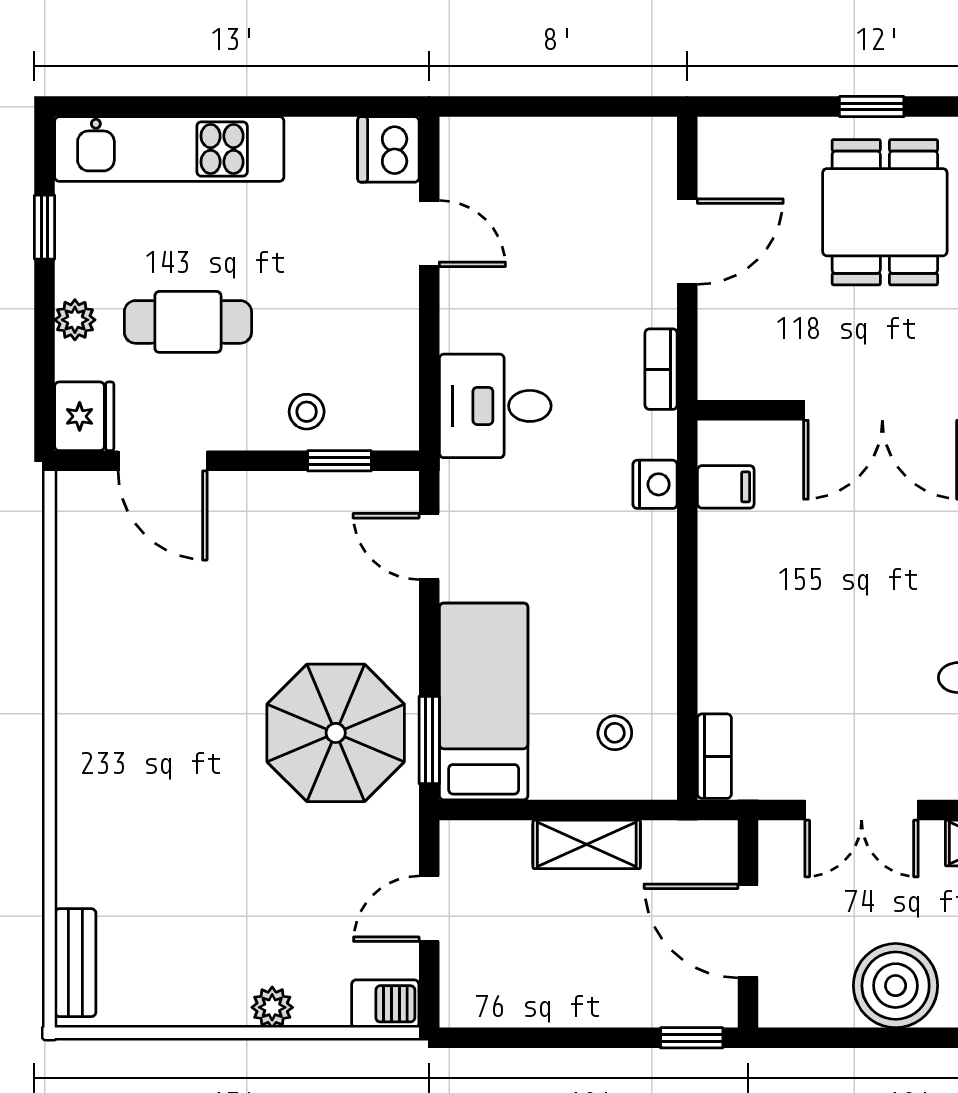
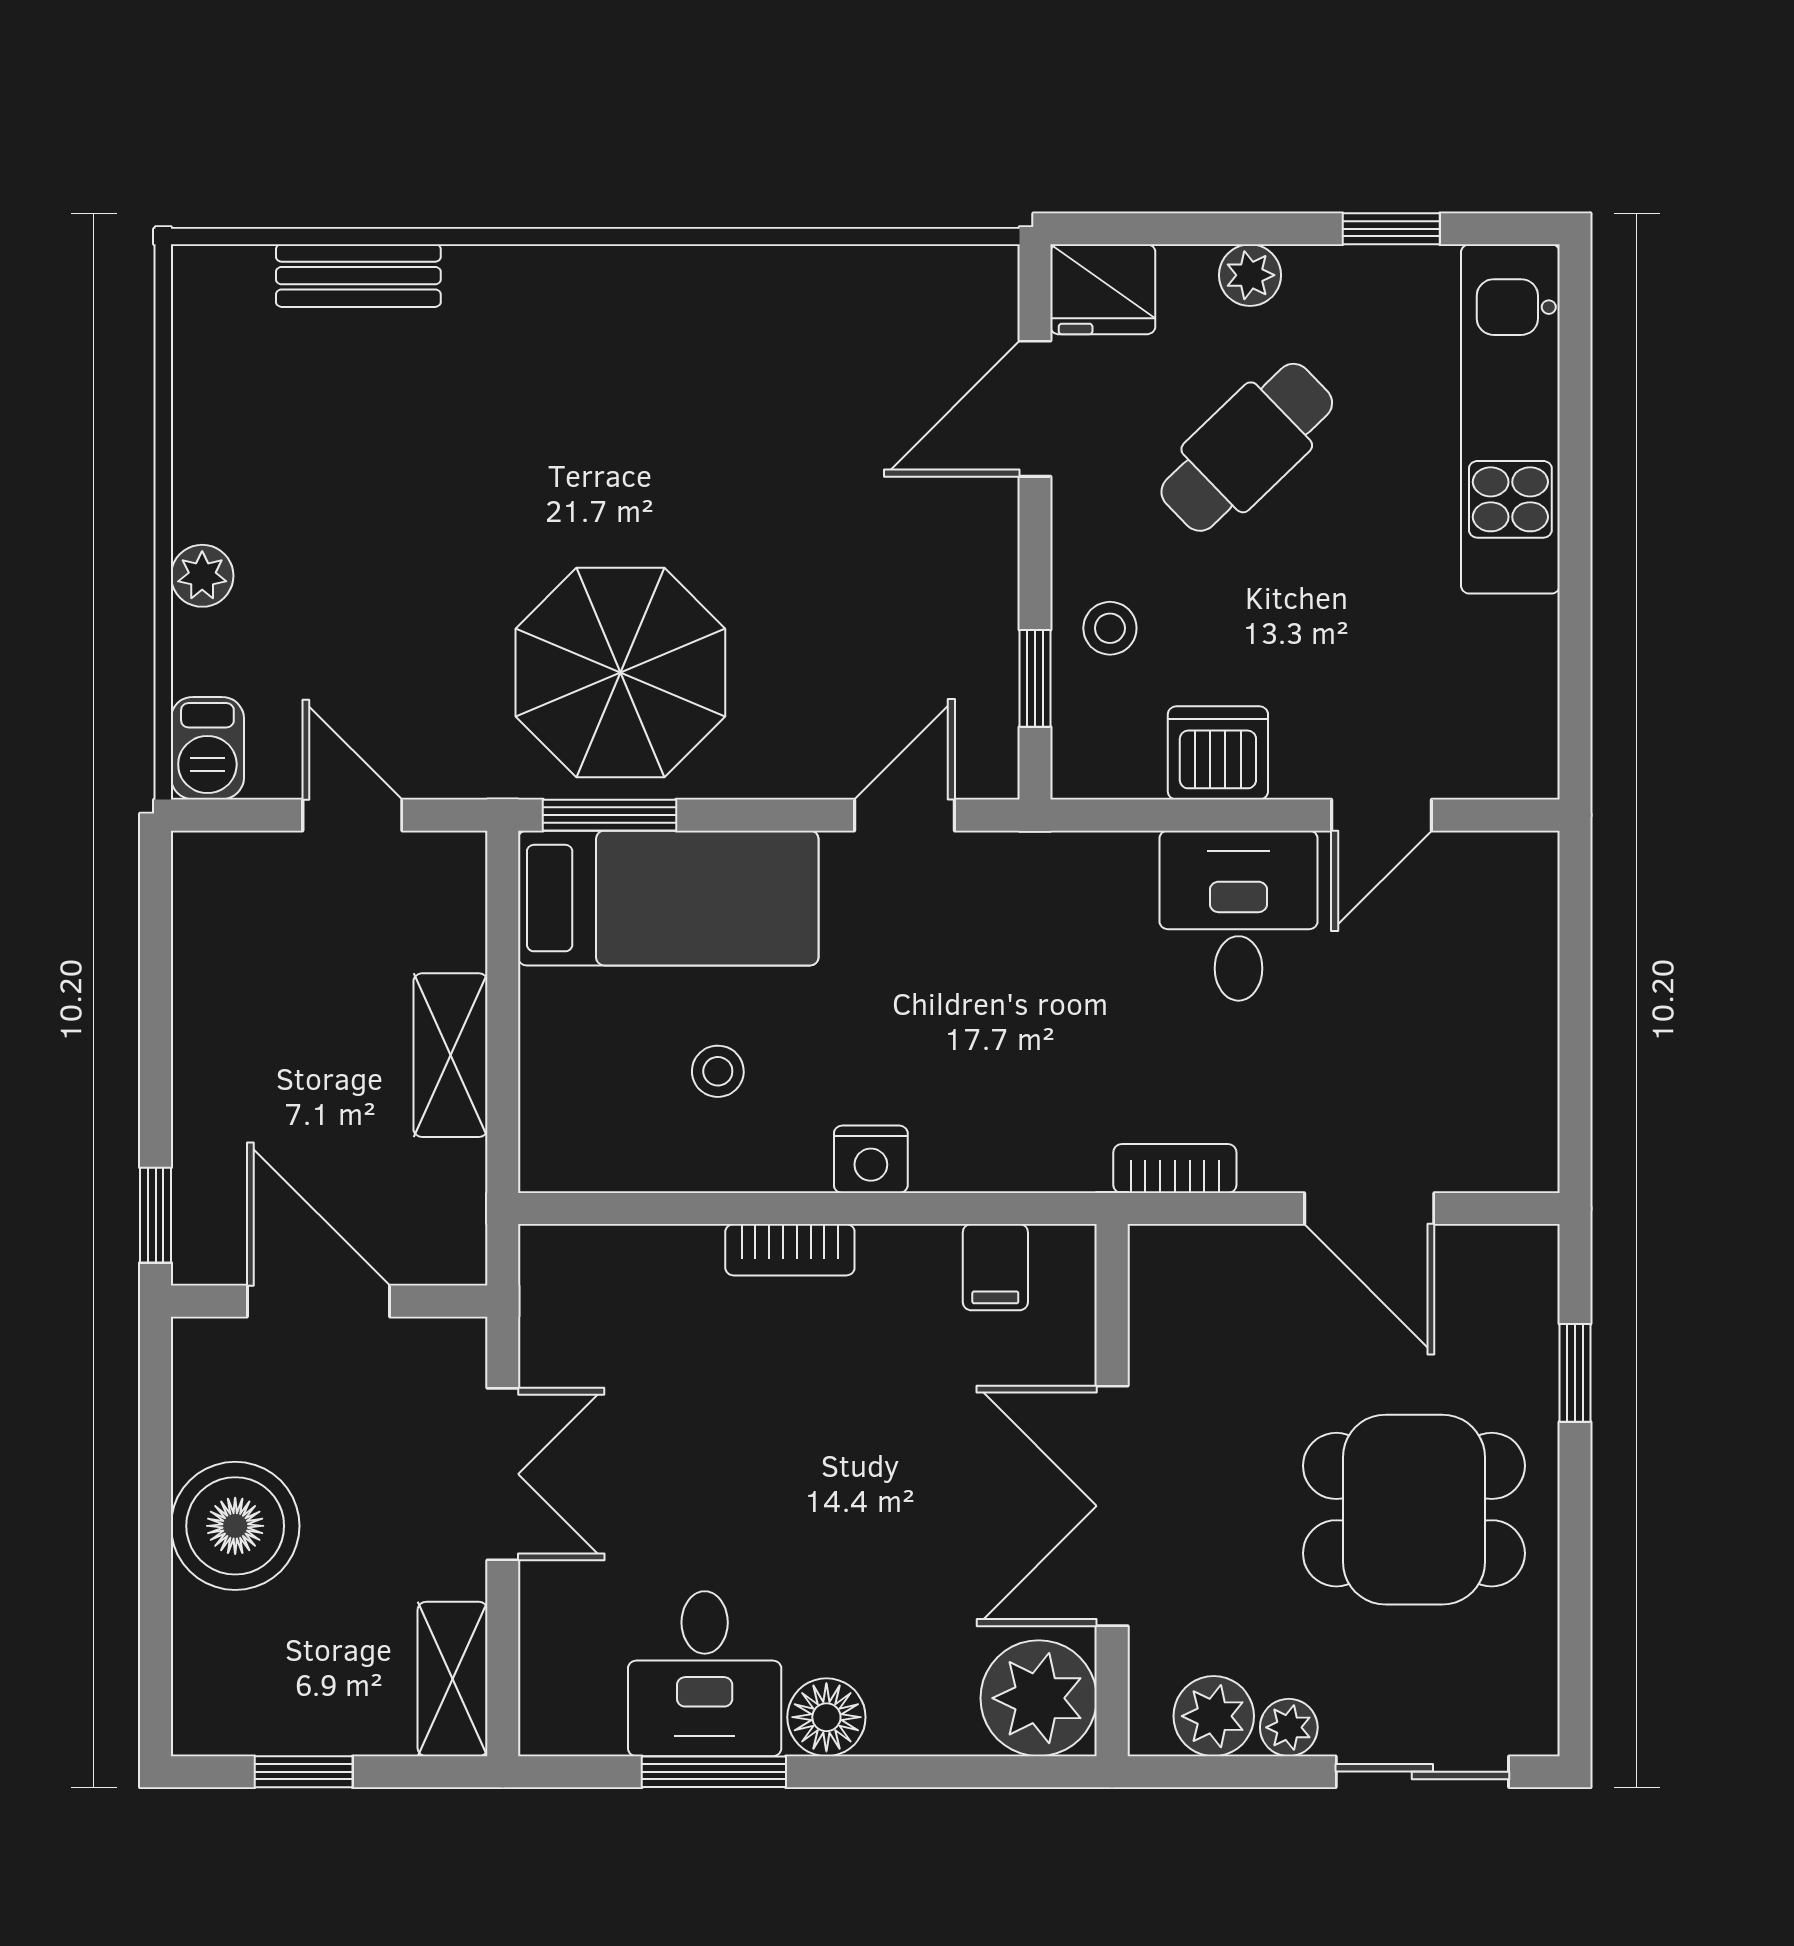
window: (872, 107) -> (1575, 1373), moved
dishwasher: (388, 149) -> (1218, 753), moved
cafe table: (188, 322) -> (1247, 447), turned 46
desk: (495, 406) -> (1238, 916), moved
nightstand: (655, 484) -> (871, 1159), moved
stool: (615, 733) -> (718, 1071), moved
bookcase: (714, 756) -> (790, 1250), moved
double door: (862, 810) -> (503, 1474), swing flipped
door: (748, 931) -> (319, 1301), hinge flipped
bench: (75, 963) -> (358, 276), moved

